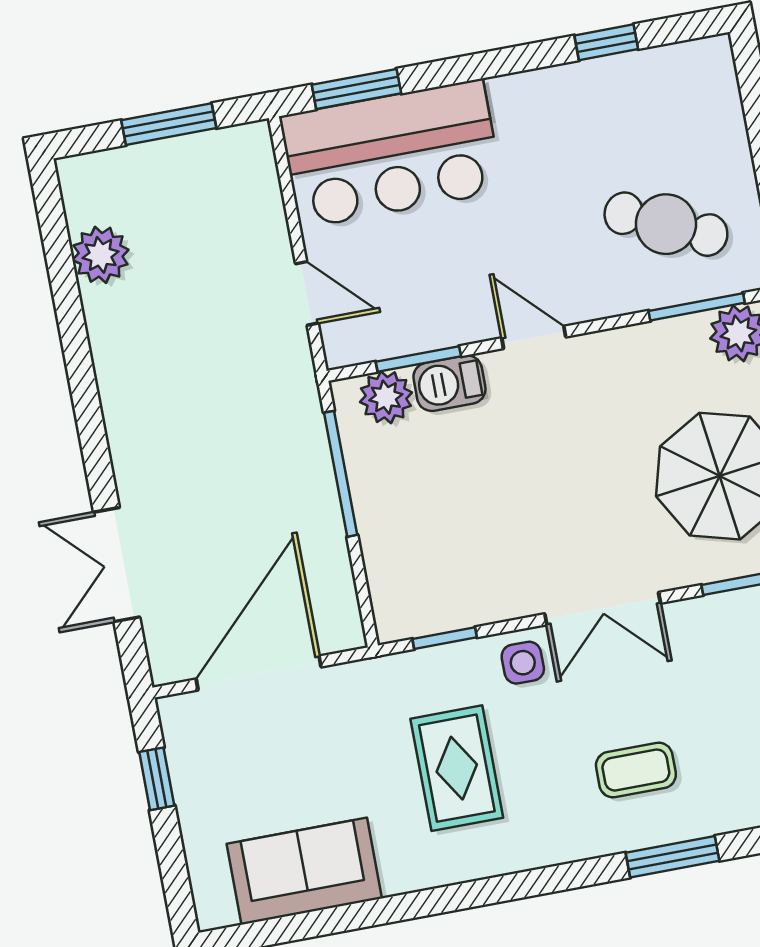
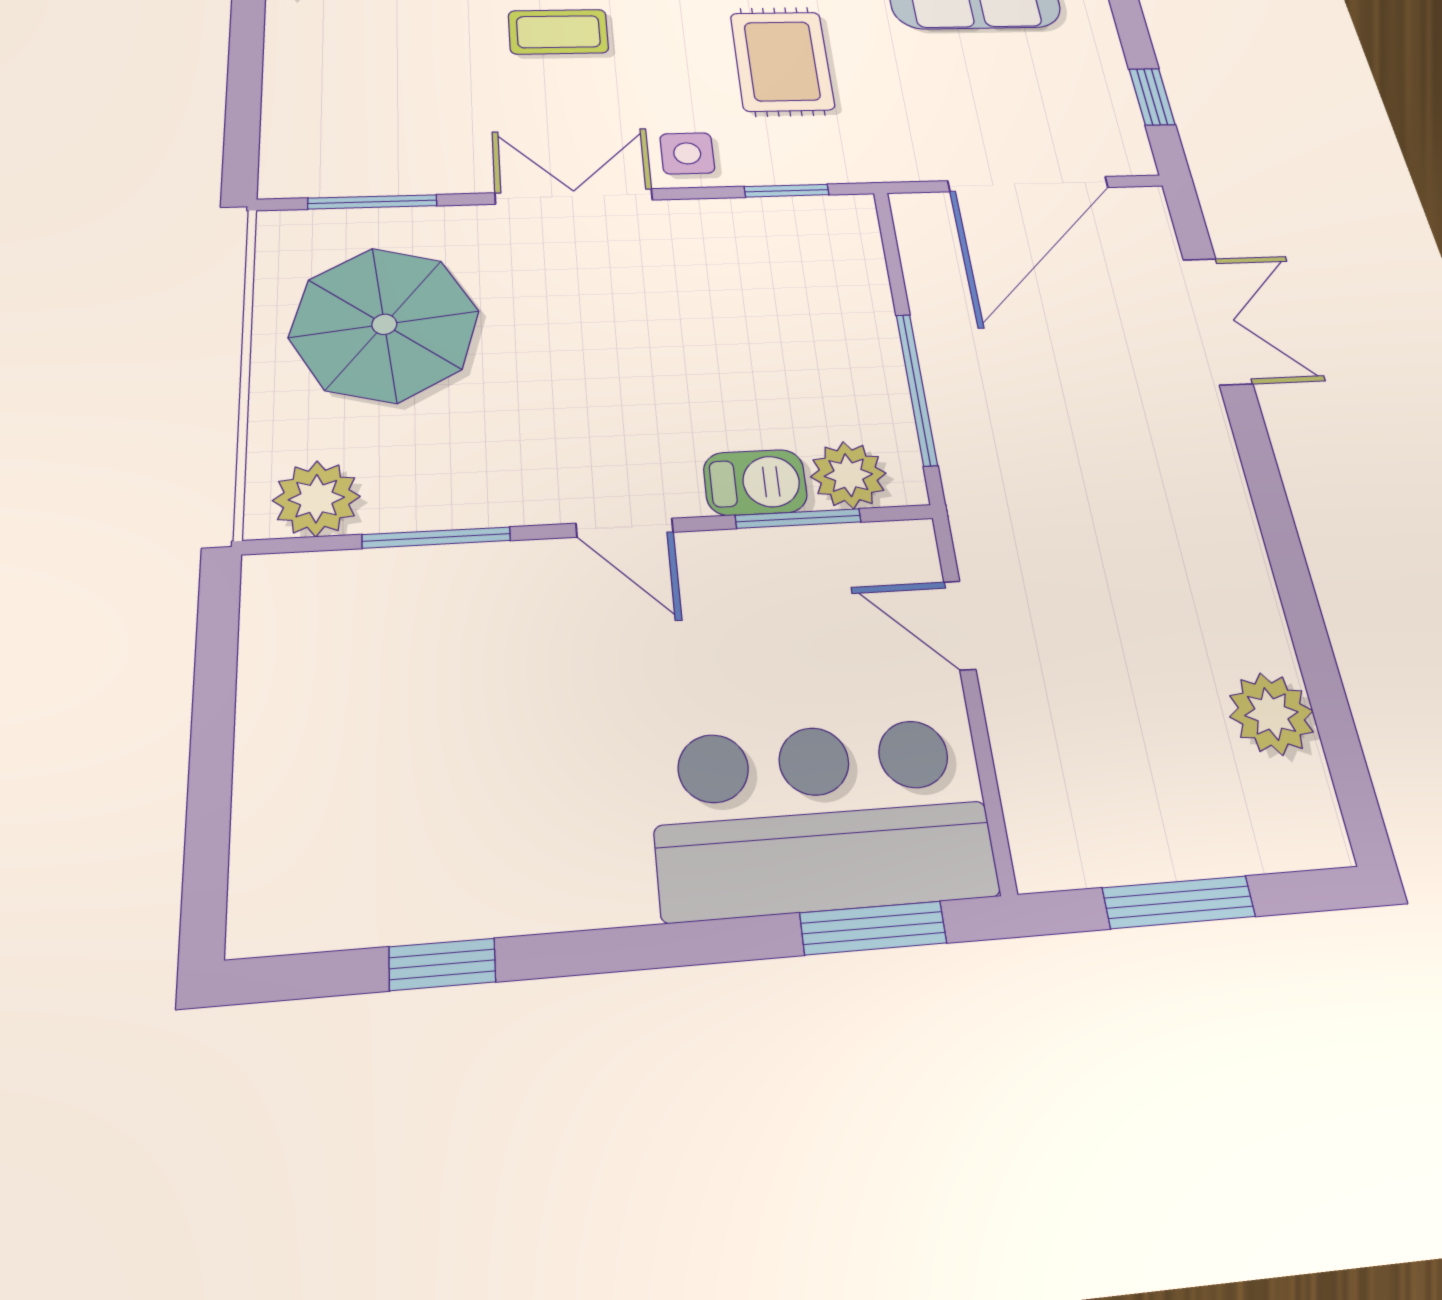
cafe table: (666, 224) -> (396, 663), removed
window: (697, 307) -> (436, 538), moved

